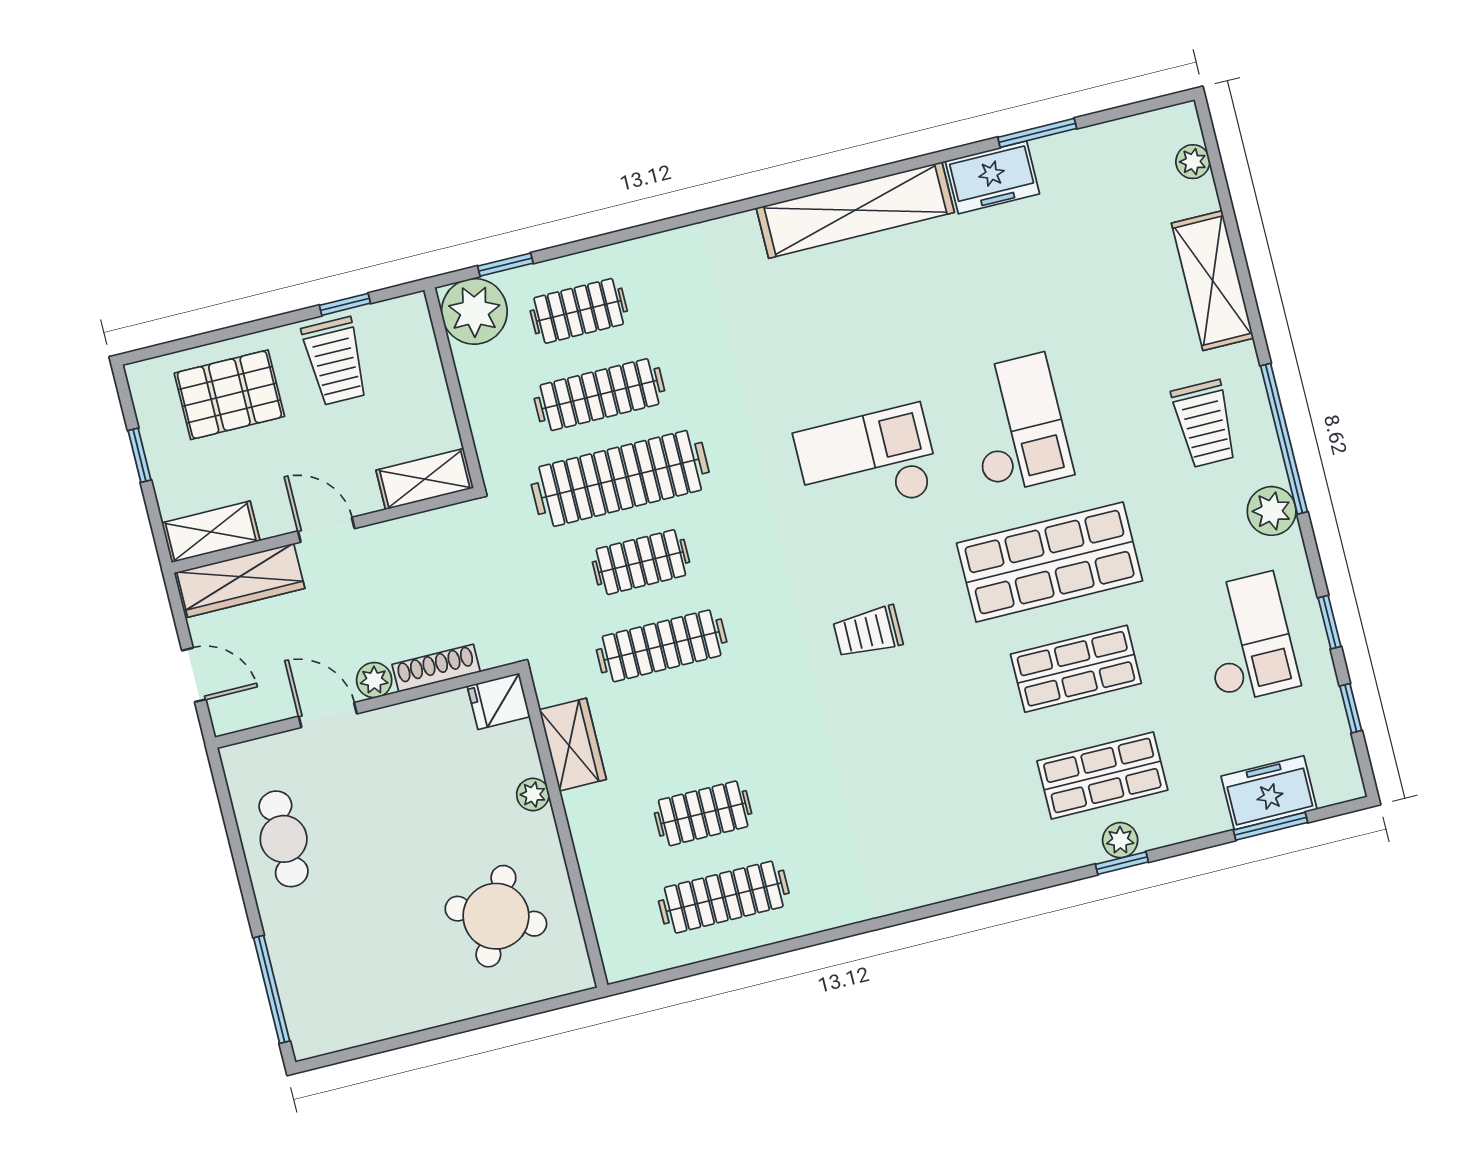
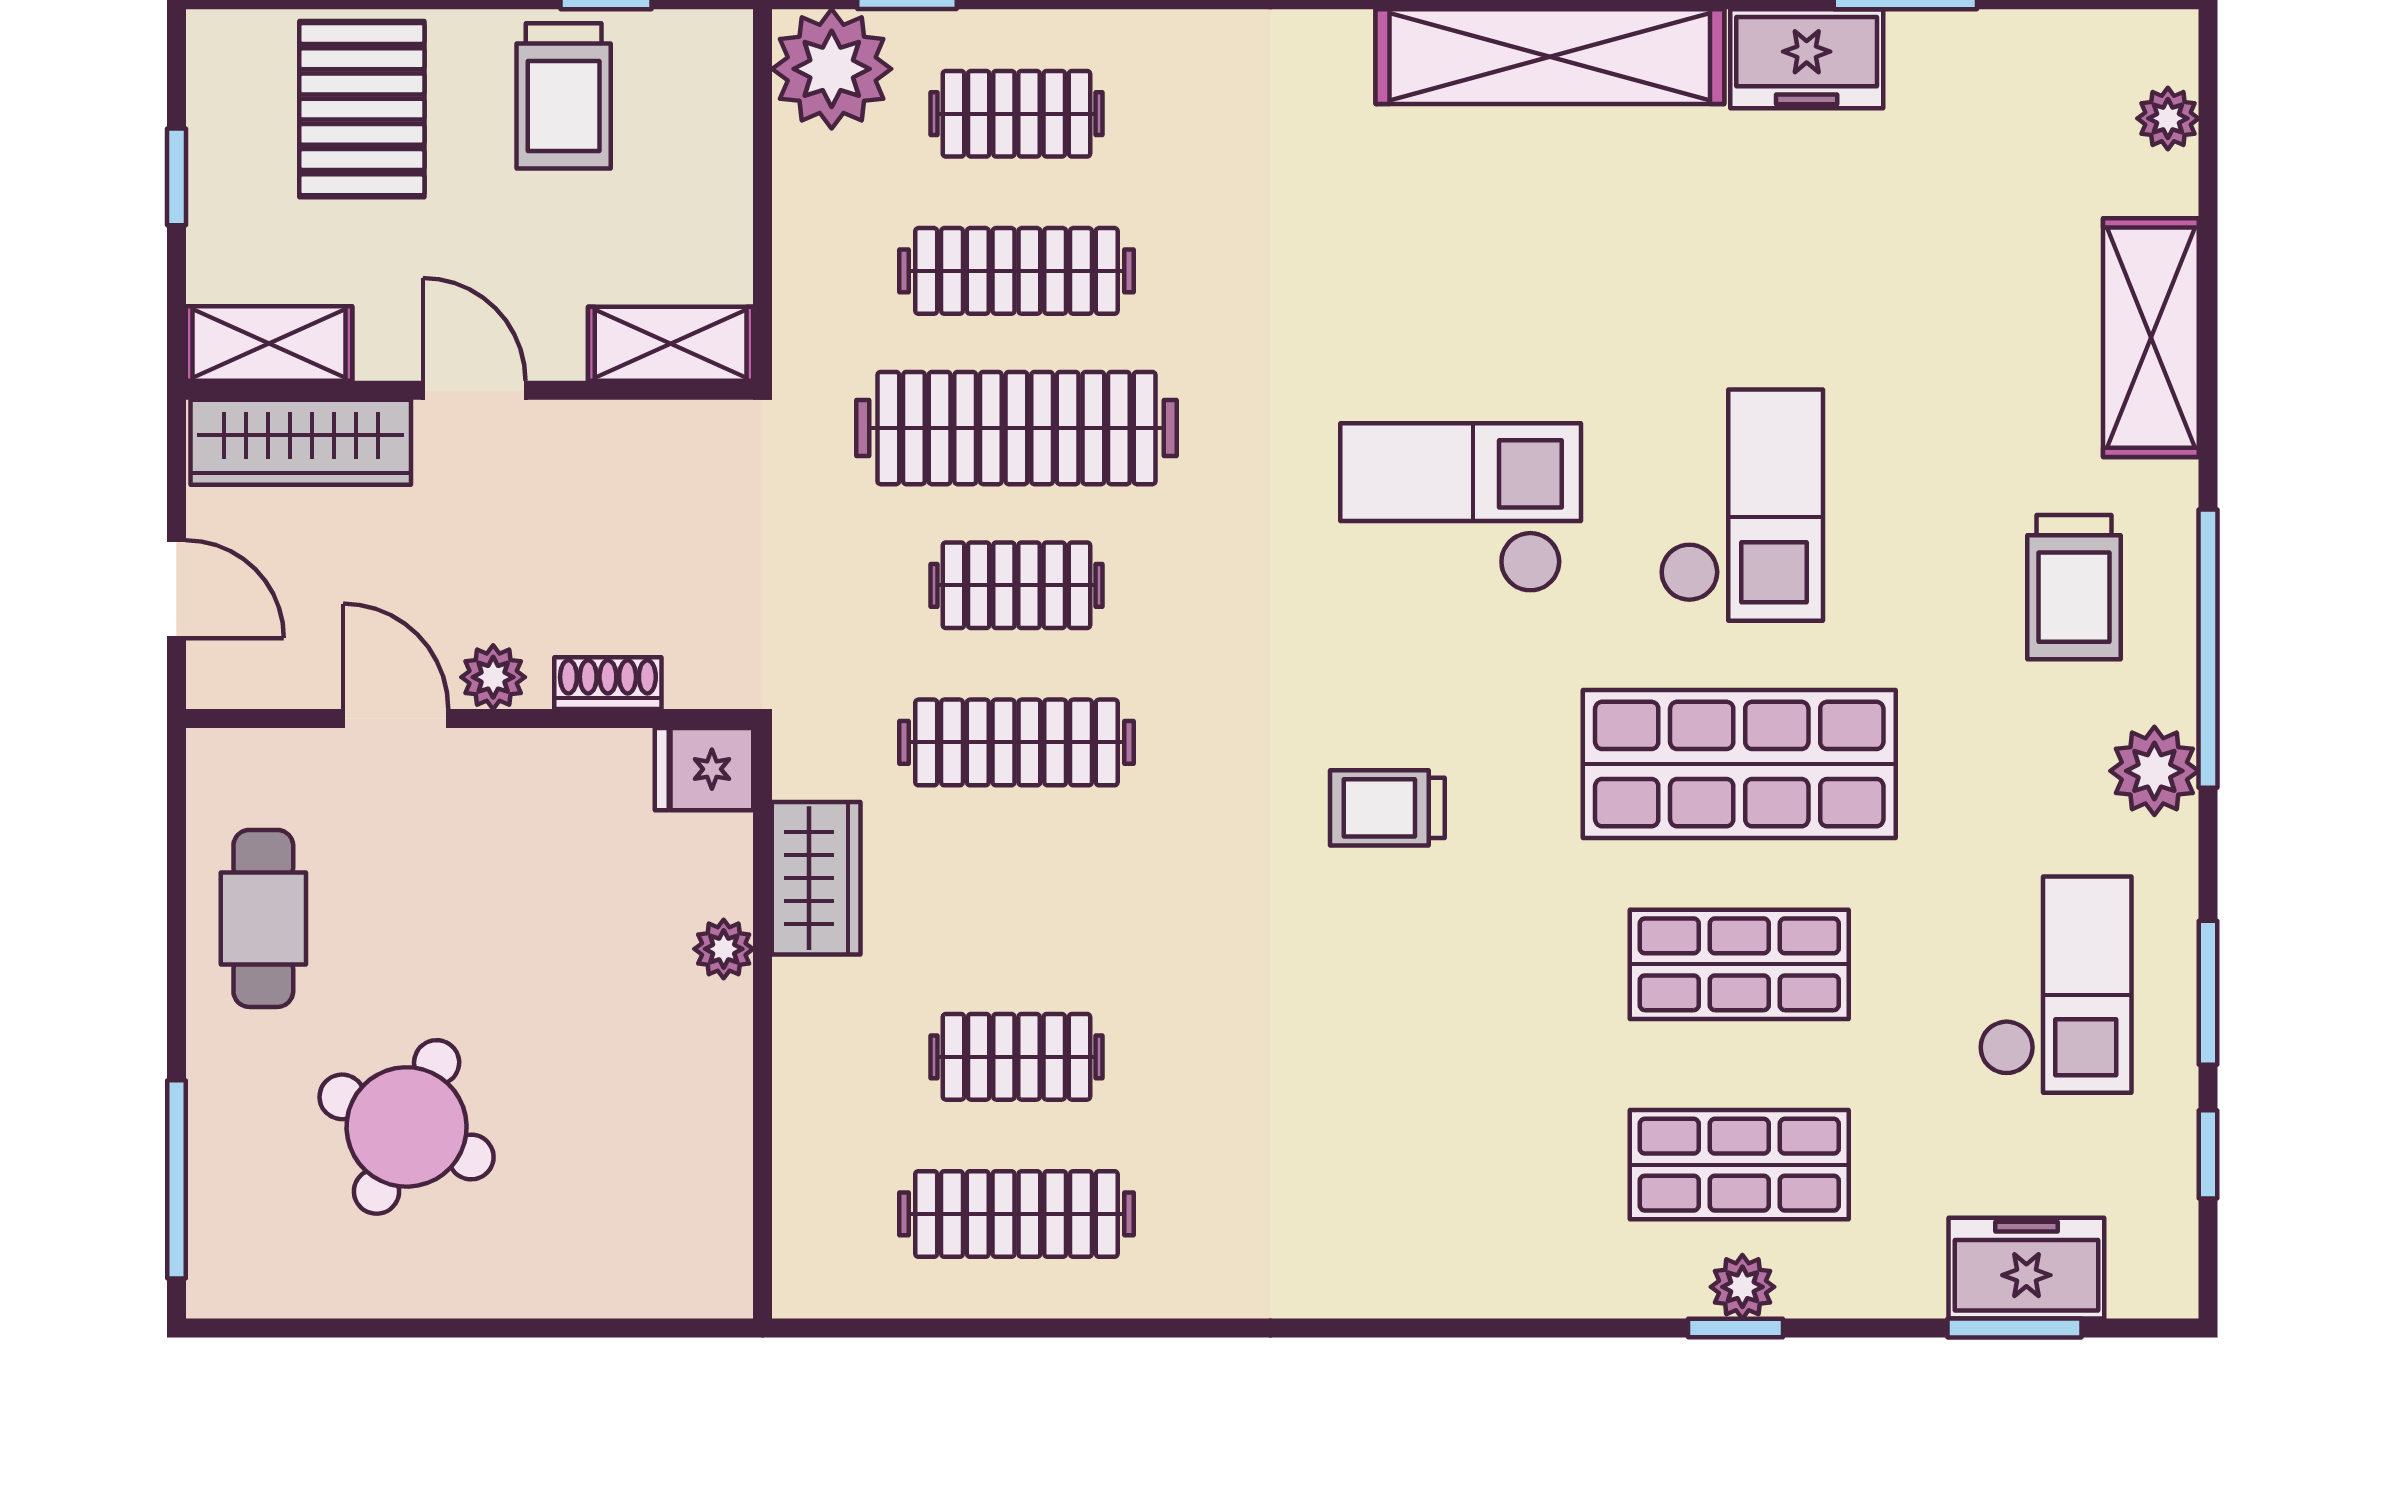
pallet: (229, 395) -> (362, 109), turned 90
window: (1329, 622) -> (2208, 993), width x1.50
shoe rack: (436, 668) -> (608, 683), width x0.70
round table: (496, 916) -> (407, 1127), moved

